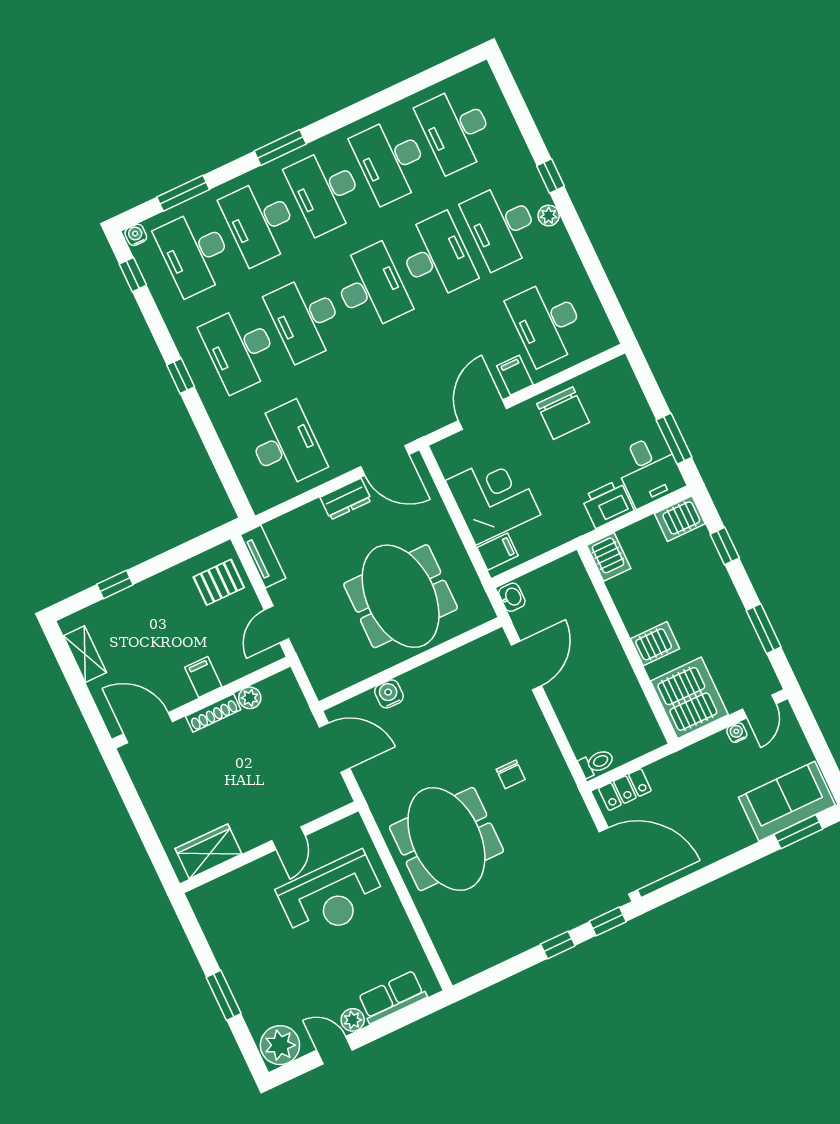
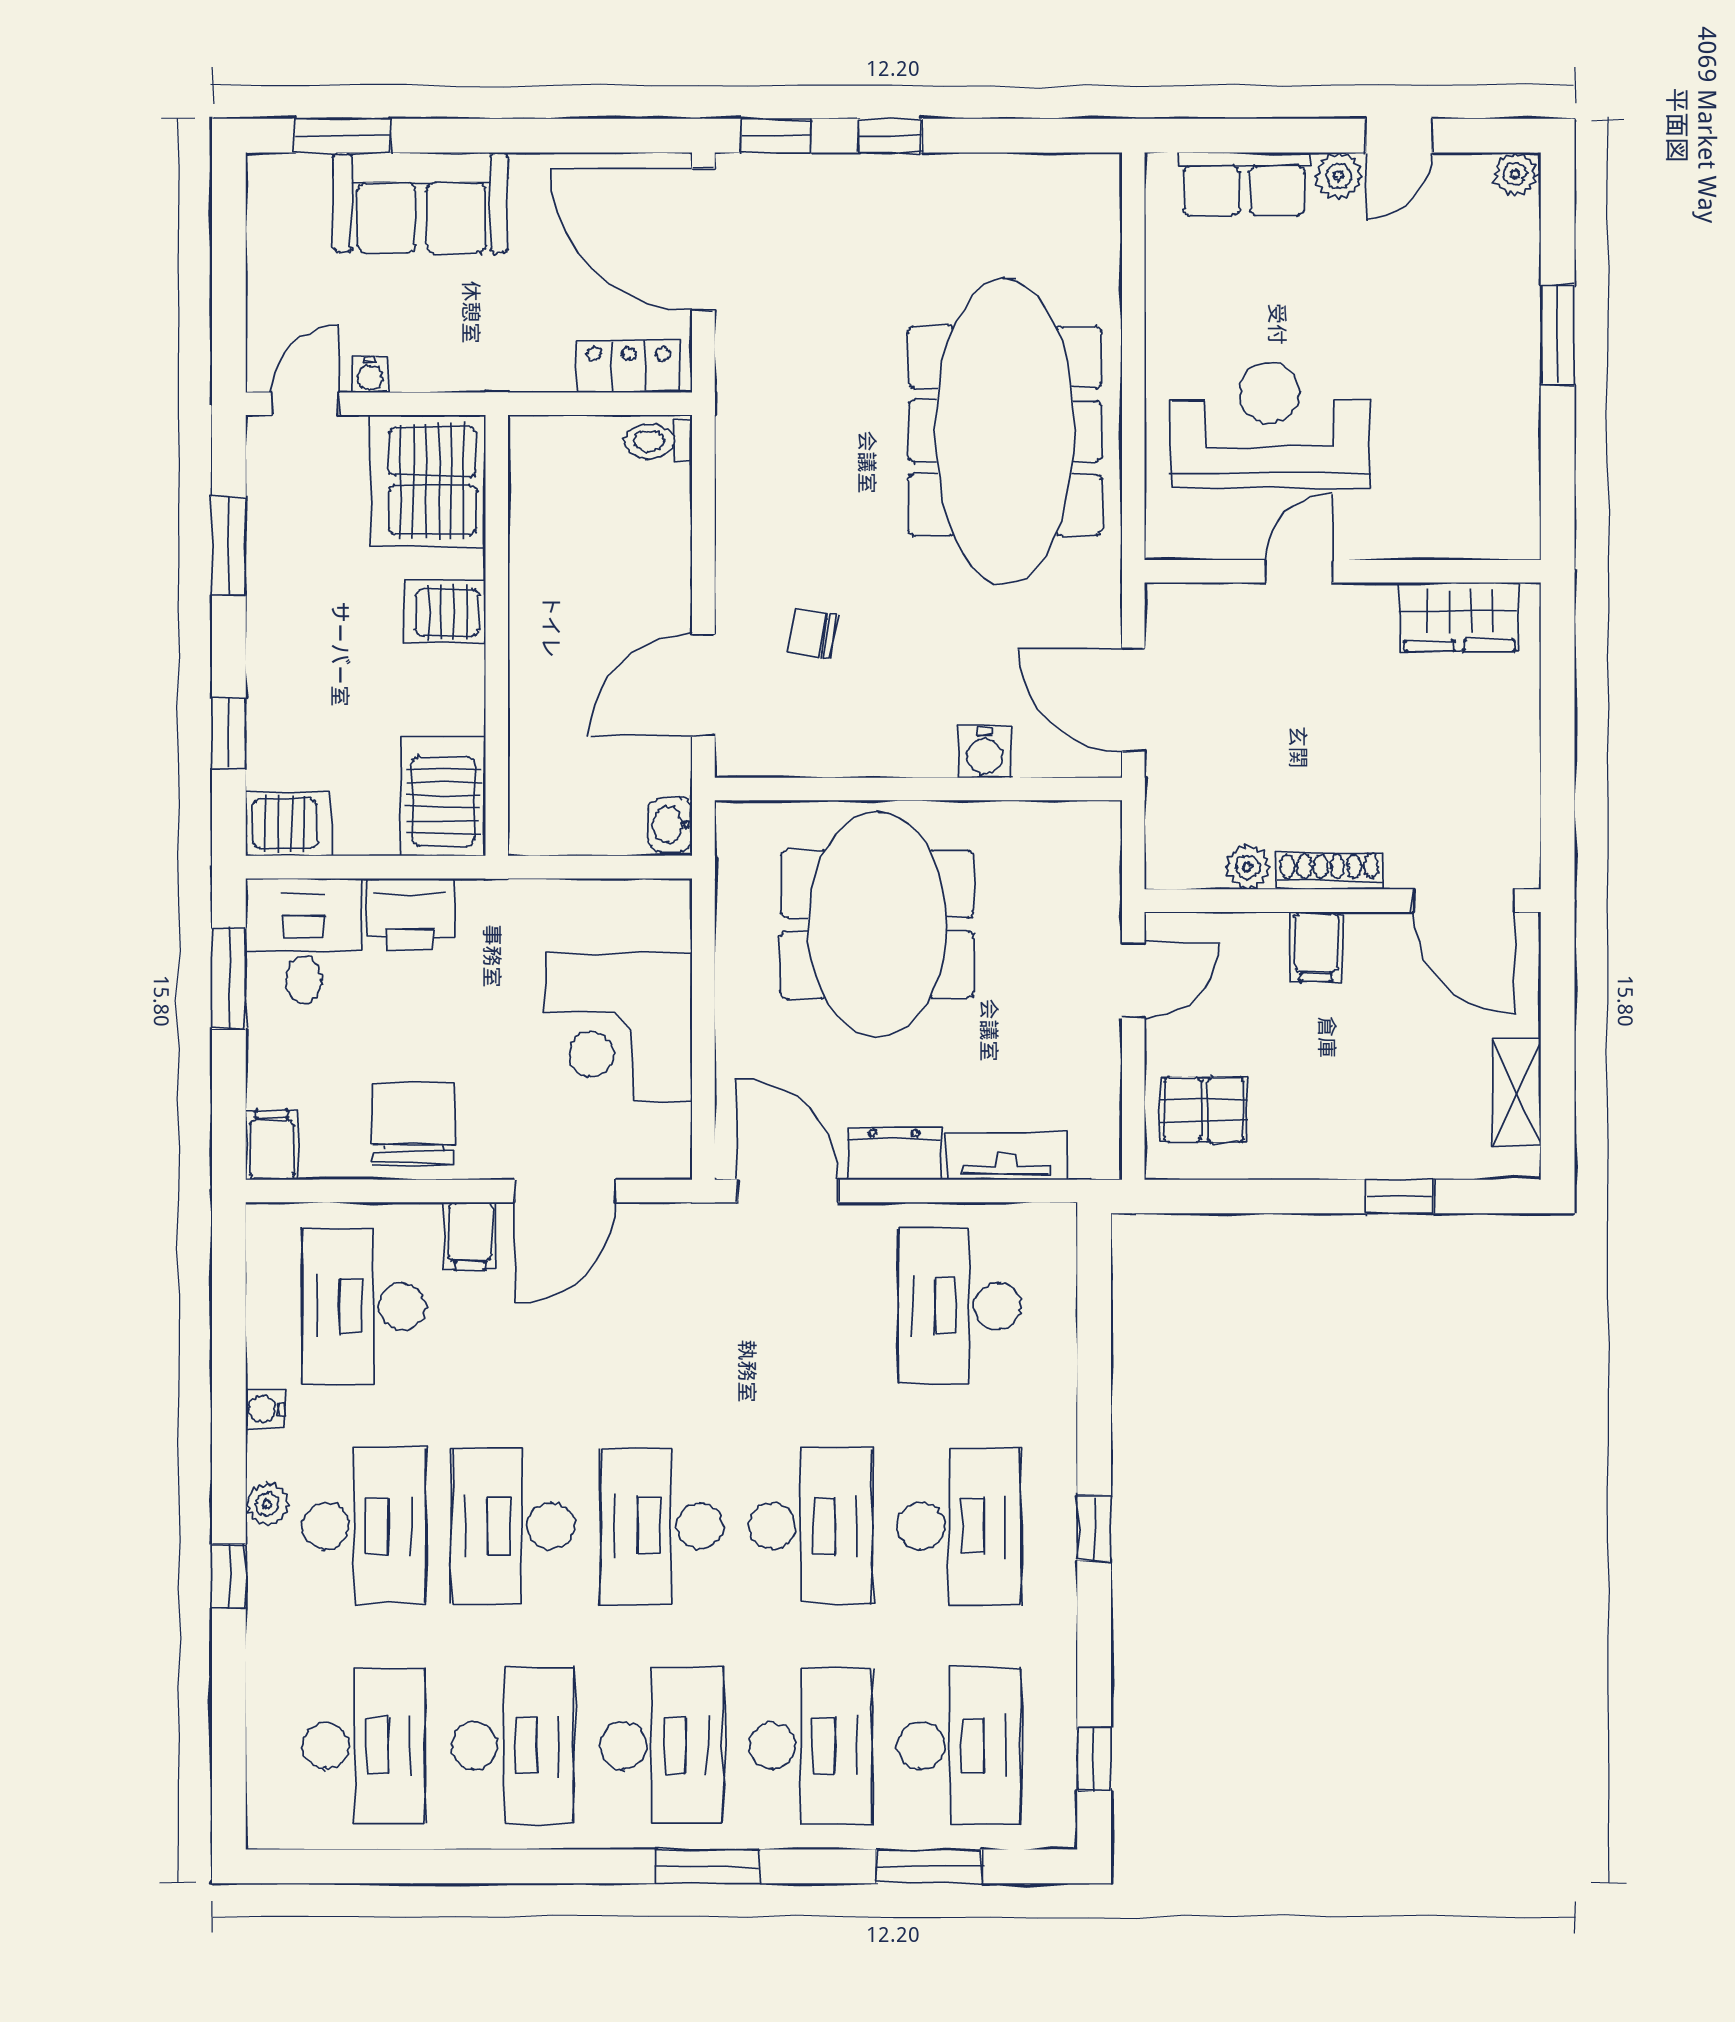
water cooler: (136, 235) -> (265, 1409), moved, turned 90
desk: (547, 322) -> (364, 1306), turned 180
filing cabinet: (497, 552) -> (272, 1145), moved, turned 90
tv unit: (263, 557) -> (1006, 1156), moved, turned 90
server rack: (609, 557) -> (443, 797), width x1.36, depth x1.44
chair: (511, 774) -> (811, 634), moved, turned -81
sofa: (787, 801) -> (421, 203), moved
meeting table: (446, 839) -> (1005, 431), width x1.36
plant: (280, 1045) -> (1515, 174), width x0.53, depth x0.53
door: (334, 1050) -> (1399, 136), hinge flipped

